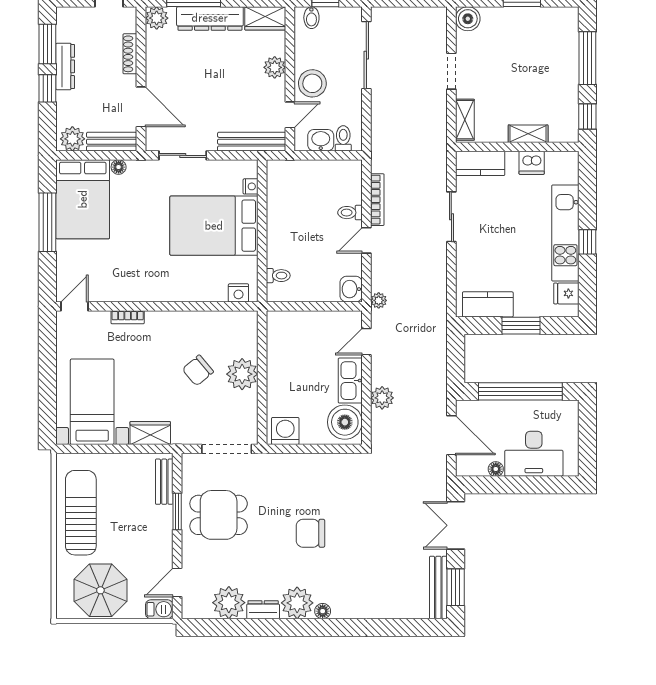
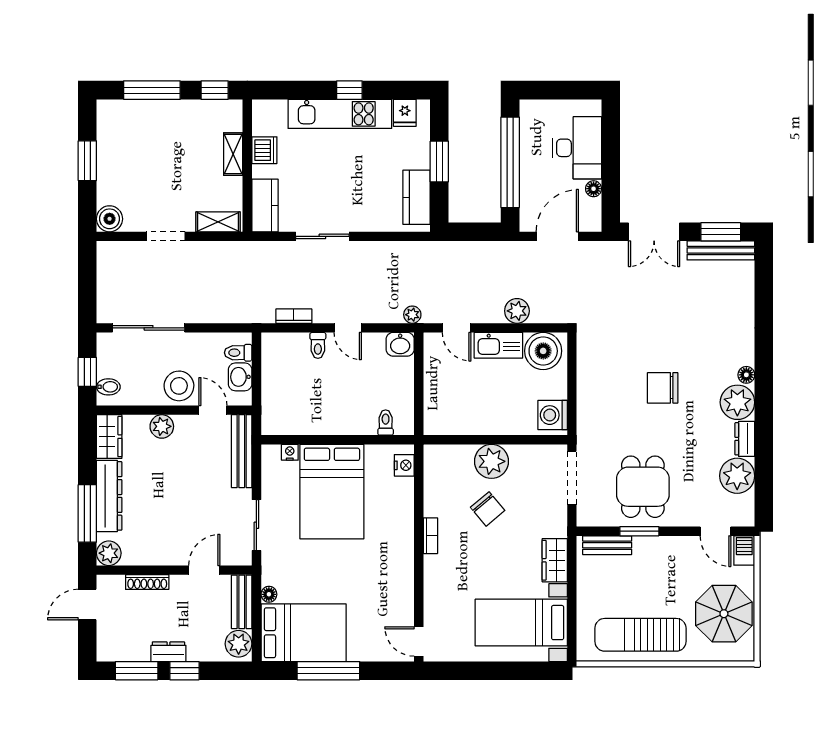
dresser: (65, 66) -> (168, 652), width x0.70
door: (141, 107) -> (204, 570), width x0.73
bookcase: (377, 200) -> (294, 316), width x0.64
bookcase: (128, 317) -> (430, 536), moved
chair: (311, 533) -> (663, 388), turned 90

